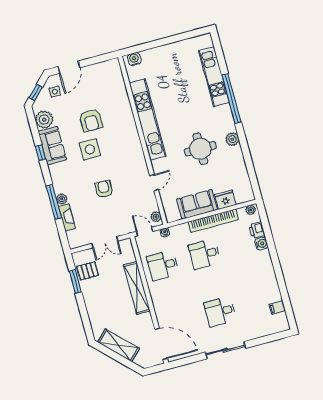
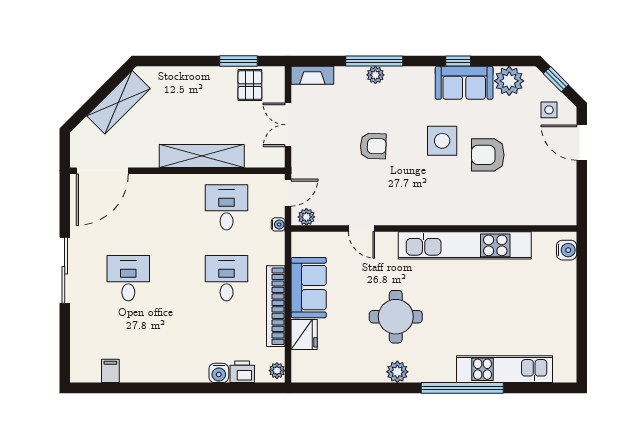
fireplace: (67, 217) -> (312, 75), moved

